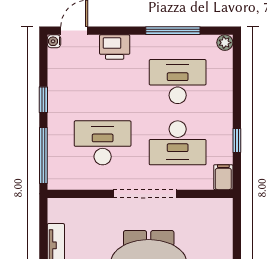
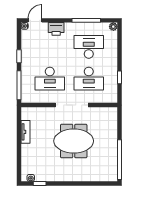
desk: (103, 143) -> (50, 79), turned 180
filing cabinet: (223, 177) -> (112, 96), removed

